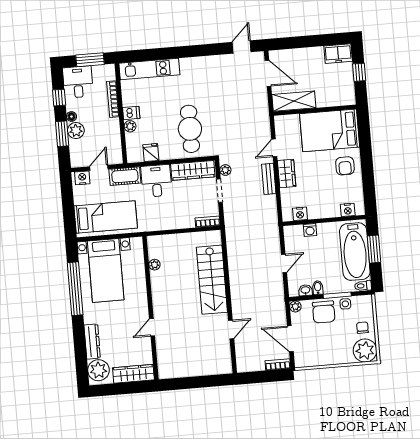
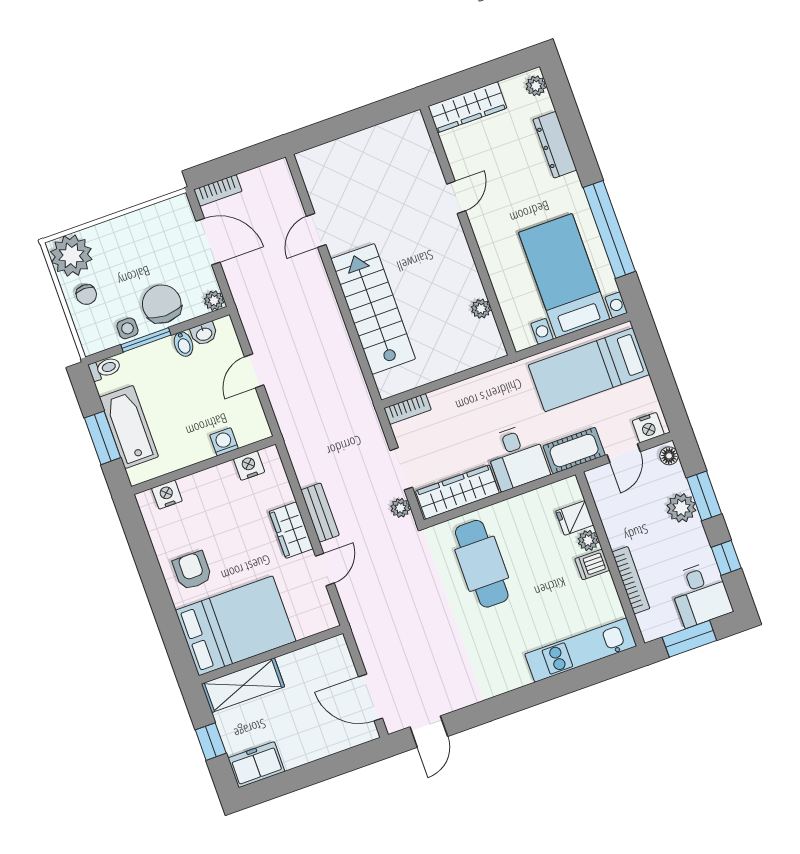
shelving: (294, 101) -> (243, 685), moved
floor lamp: (71, 117) -> (669, 456), moved
fridge: (151, 153) -> (575, 518), moved, turned 90
bathtub: (355, 252) -> (129, 427), width x0.73, depth x0.73
plant: (98, 370) -> (536, 86), width x0.53, depth x0.53

